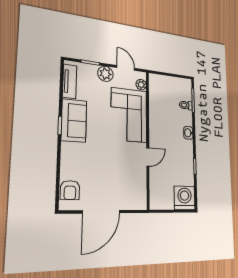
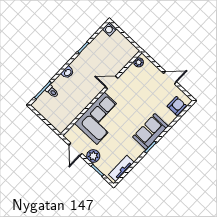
plant: (141, 85) -> (139, 62), moved
sofa: (74, 121) -> (150, 132), moved
washing machine: (185, 198) -> (110, 29), width x0.53, depth x0.53
door: (101, 212) -> (170, 78), width x0.53

